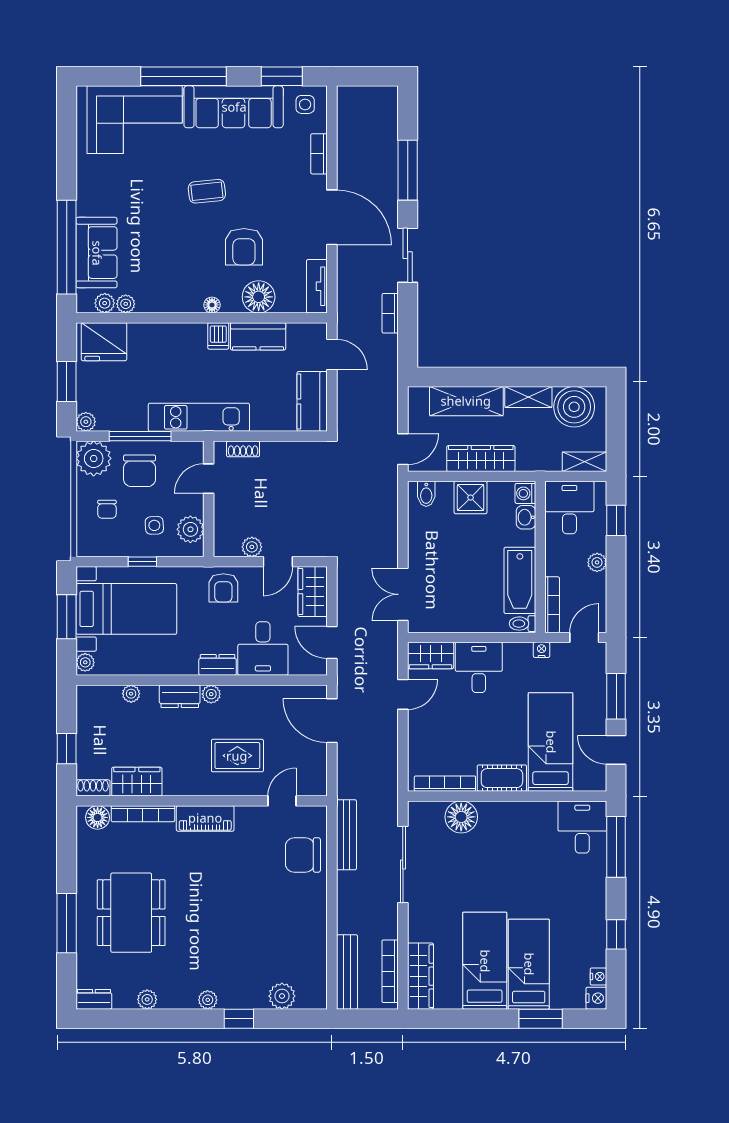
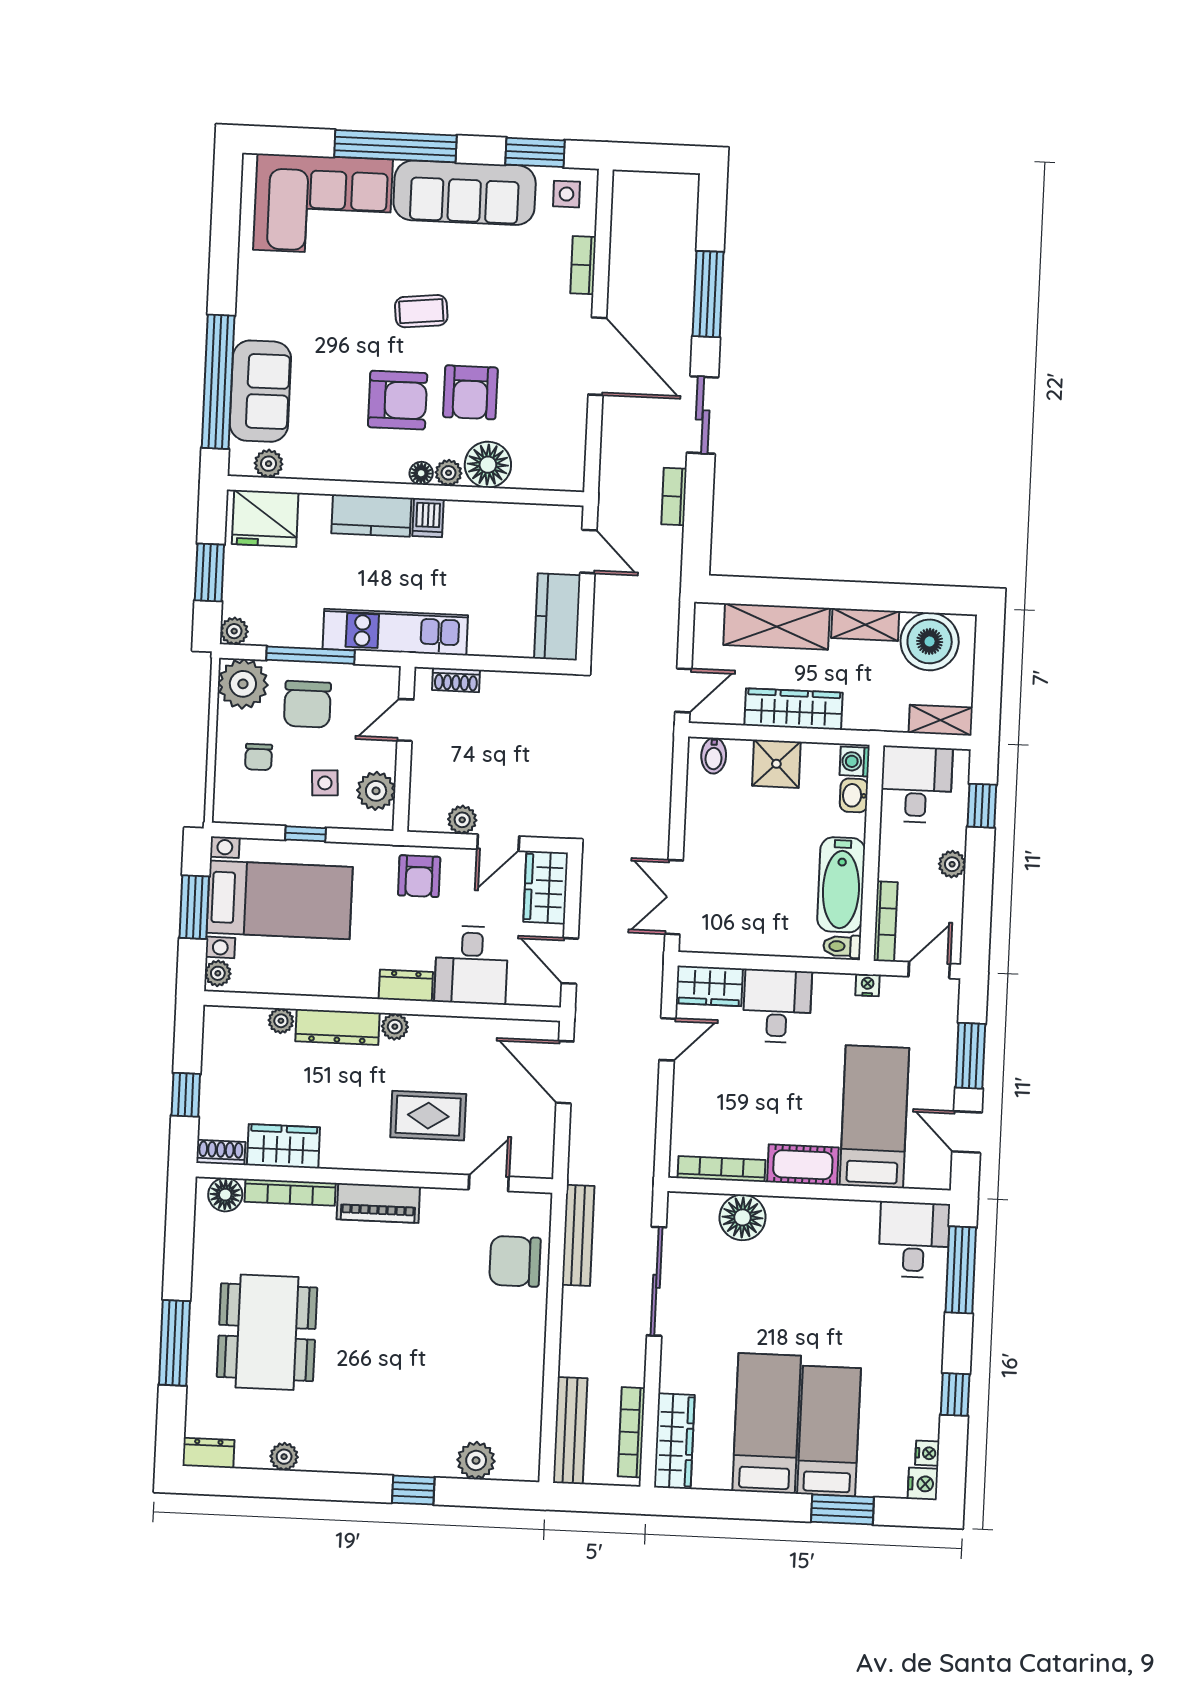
armchair: (193, 254) -> (398, 400), added
tv unit: (317, 286) -> (572, 453), removed
plant: (126, 304) -> (449, 473), moved
kitchen counter: (258, 336) -> (371, 516), moved
dresser: (180, 696) -> (337, 1027), width x1.44
plant: (208, 1000) -> (370, 1461), removed

